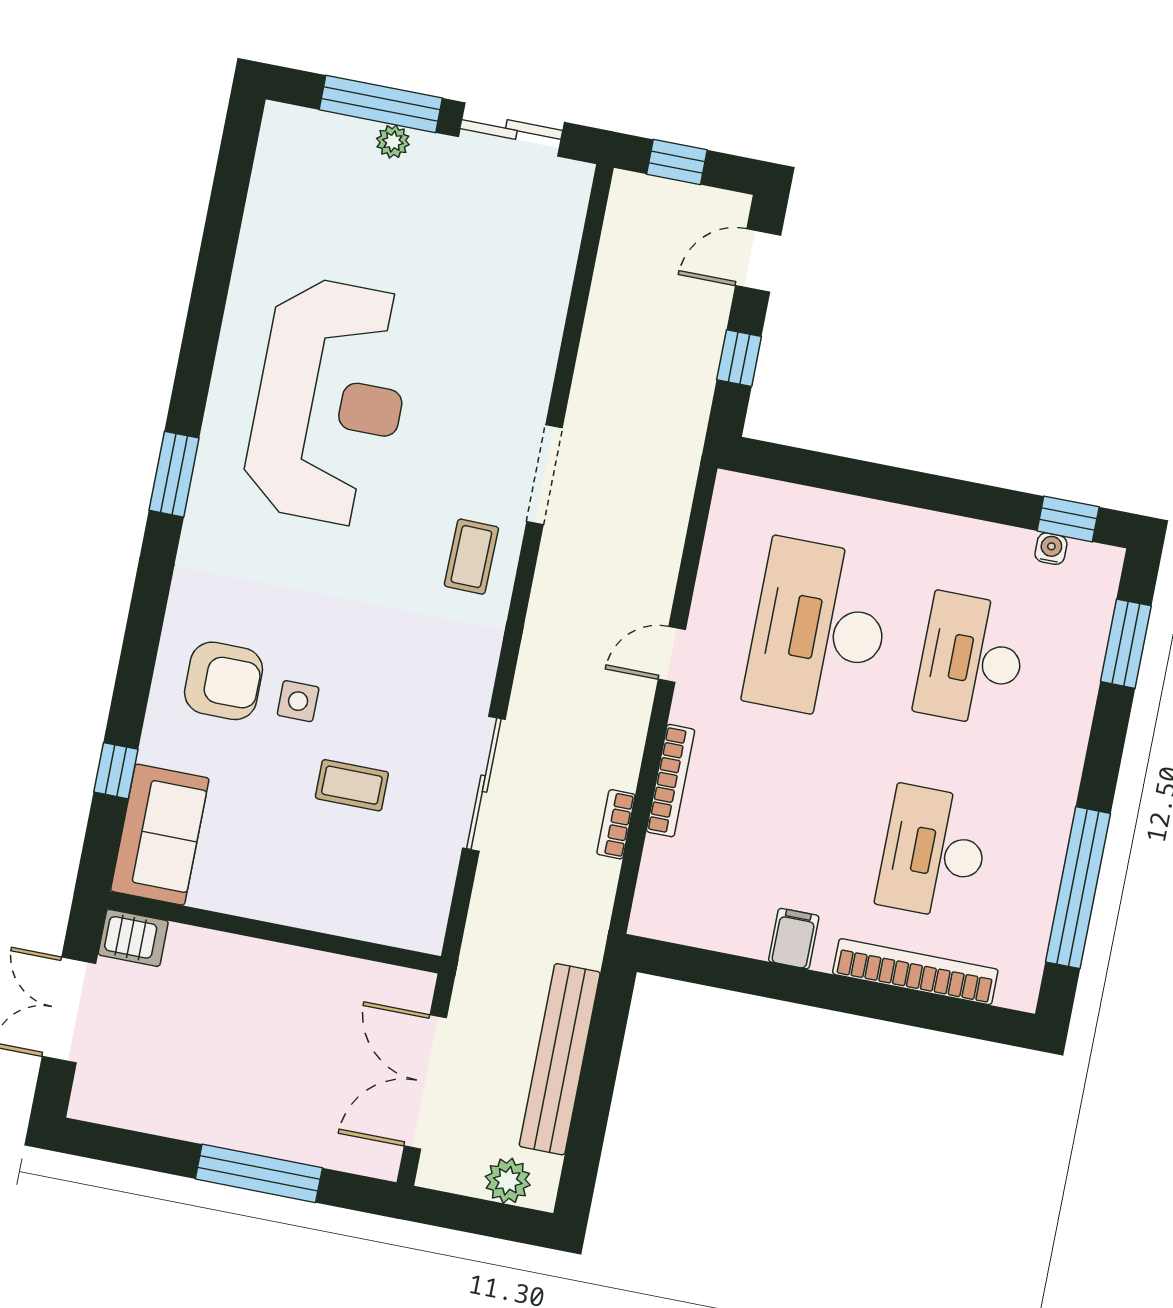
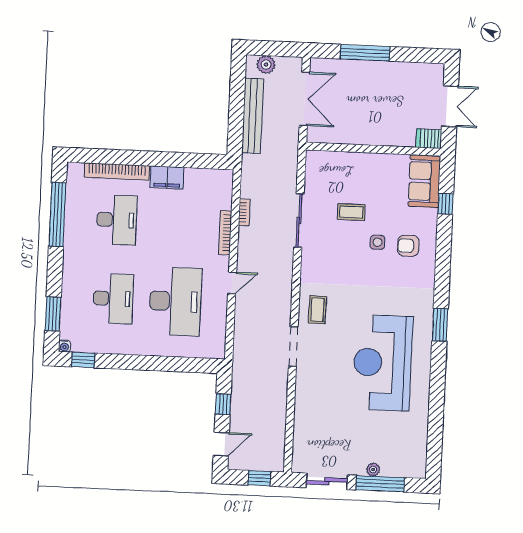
water cooler: (1051, 549) -> (64, 346), moved
armchair: (224, 681) -> (408, 246), width x0.72, depth x0.72
filing cabinet: (794, 939) -> (167, 177), width x2.00

